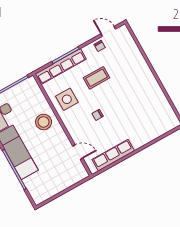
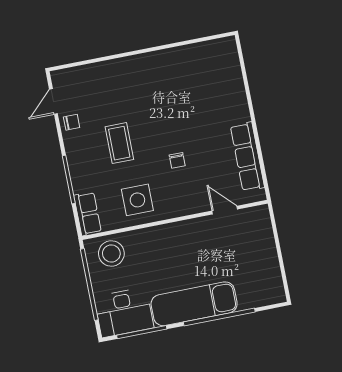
row of seats: (61, 66) -> (88, 214), width x0.50
stool: (44, 122) -> (111, 254), moved
door: (78, 152) -> (225, 210), hinge flipped

